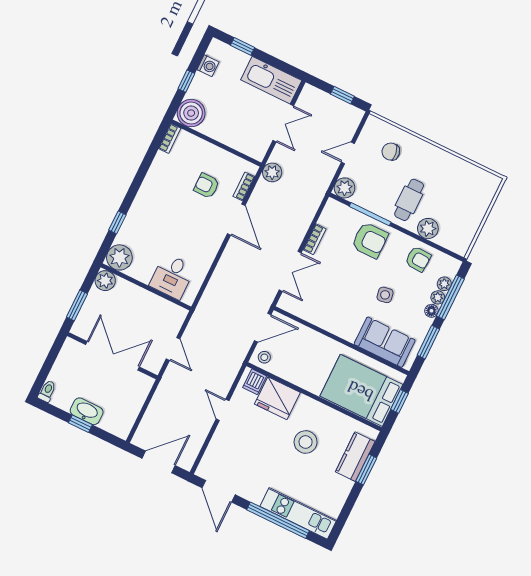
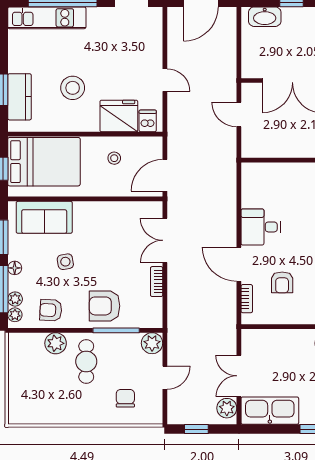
chair: (391, 152) -> (125, 398), turned -81
plant: (272, 172) -> (227, 408), moved
armchair: (207, 186) -> (282, 282), turned 90
desk: (172, 276) -> (261, 227), moved, turned -90
plant: (438, 297) -> (15, 315), moved
stool: (264, 357) -> (114, 158), moved
washbasin: (87, 411) -> (265, 17), moved

